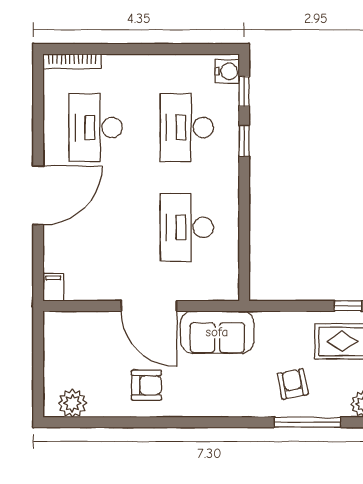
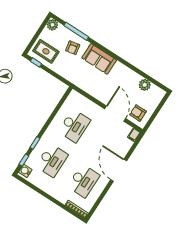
door: (38, 195) -> (119, 170), hinge flipped
door: (149, 306) -> (115, 114), moved
sofa: (217, 332) -> (99, 59), moved, turned 180
armchair: (146, 385) -> (138, 113), moved
plant: (72, 403) -> (145, 85), moved

